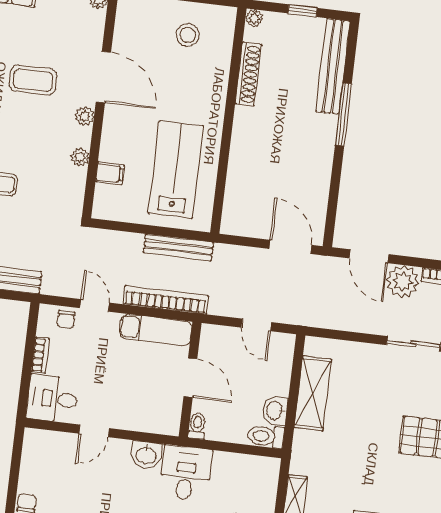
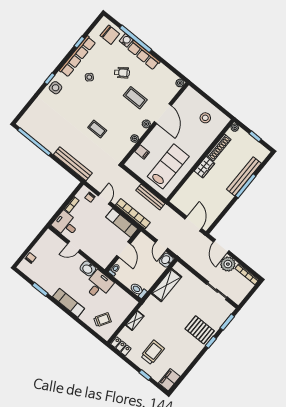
bench: (333, 66) -> (244, 176), moved
wardrobe: (244, 128) -> (204, 167), added
washbasin: (275, 411) -> (166, 260), moved

